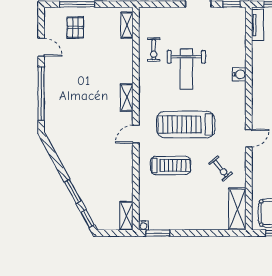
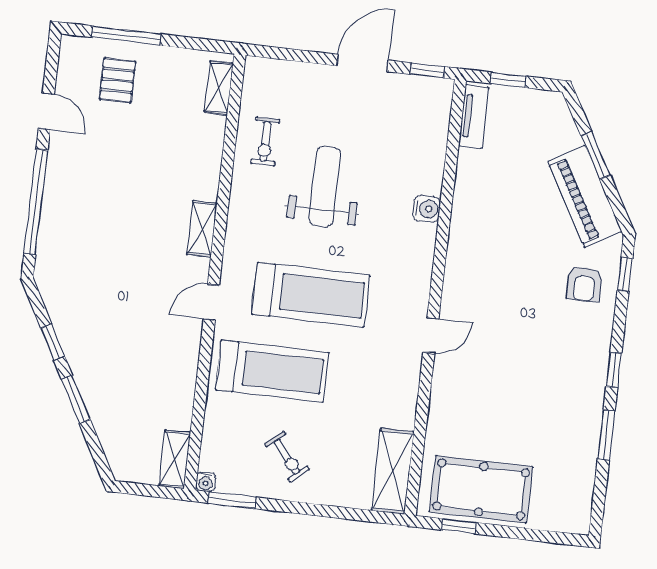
weight bench: (186, 69) -> (325, 187), turned 180
treadmill: (186, 125) -> (311, 295), turned 180
treadmill: (171, 165) -> (272, 371), width x1.37, depth x1.38
exercise bike: (221, 168) -> (287, 457), moved
window: (88, 219) -> (53, 342), moved

